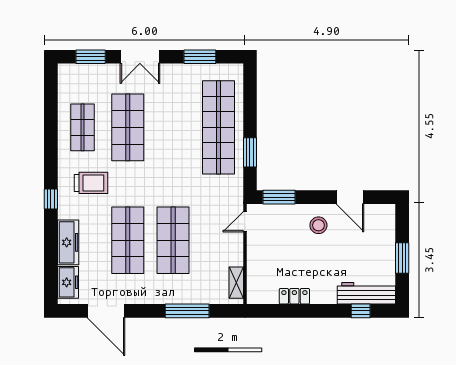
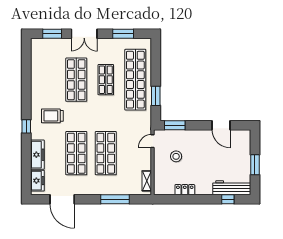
shop shelf: (82, 127) -> (106, 80), moved
trolley: (91, 183) -> (52, 116), turned 180
stool: (318, 225) -> (176, 156), moved

